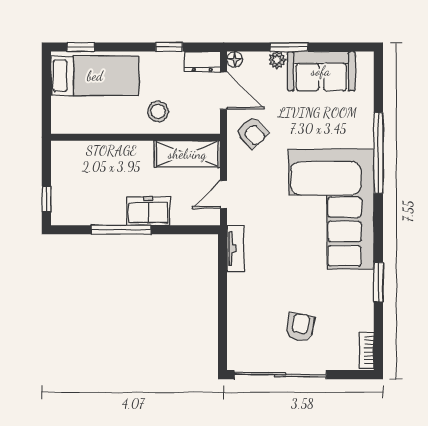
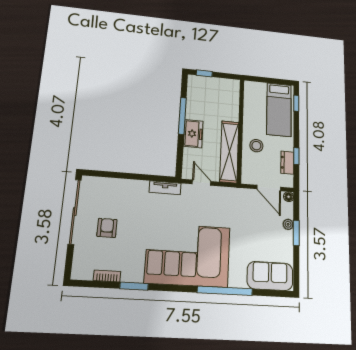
dresser: (202, 62) -> (287, 163), moved
sofa: (321, 71) -> (270, 276), moved, turned 90
door: (224, 91) -> (269, 188), hinge flipped
armchair: (252, 133) -> (241, 205), removed
shelving: (187, 154) -> (229, 152), width x1.47
armchair: (300, 327) -> (107, 228), turned -100
bookcase: (367, 350) -> (107, 276), moved

